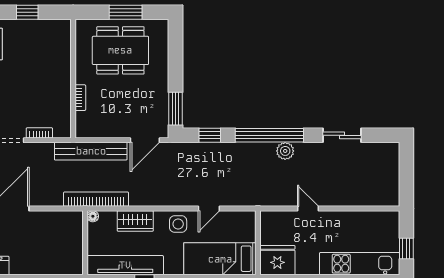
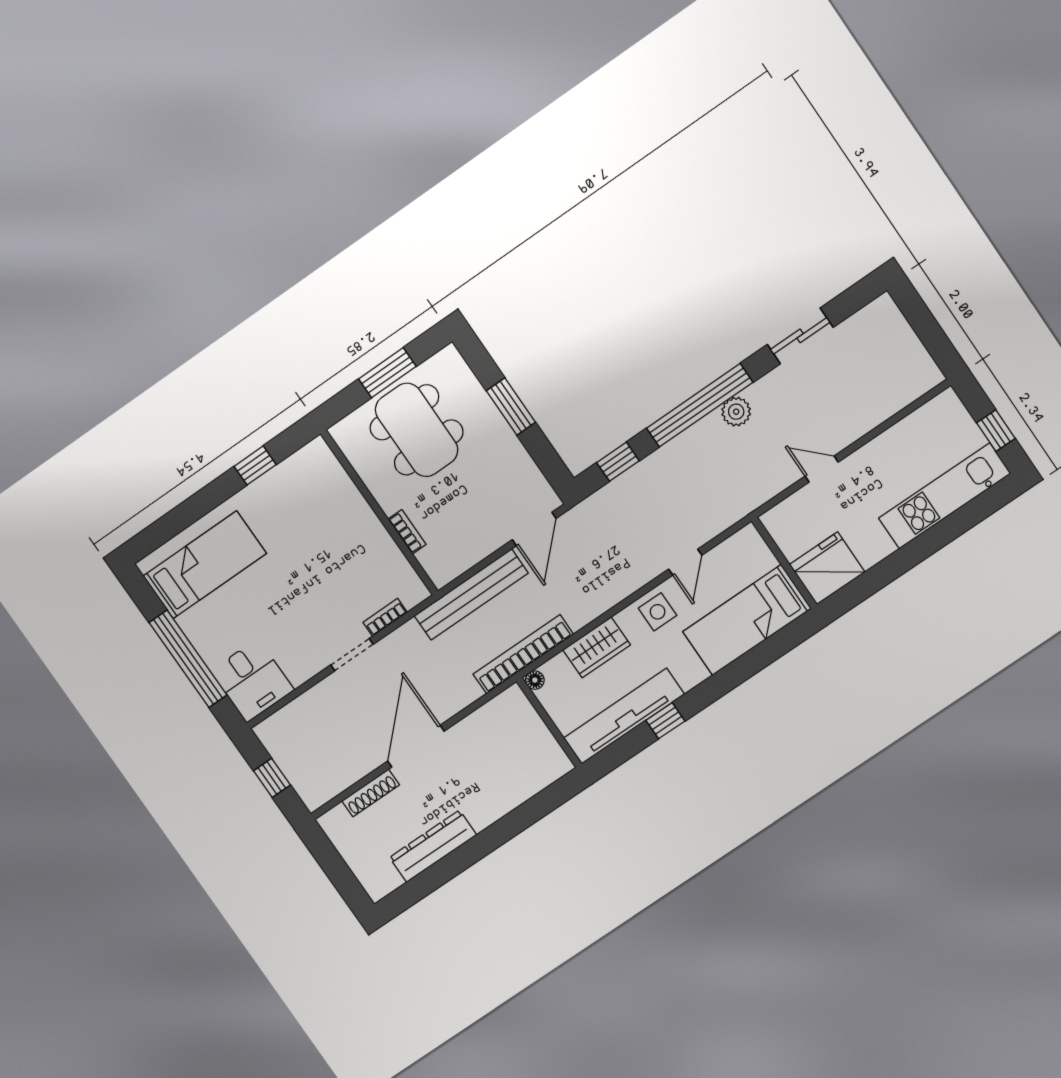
dining table: (120, 50) -> (417, 430), turned 90
window: (175, 109) -> (511, 407), moved

